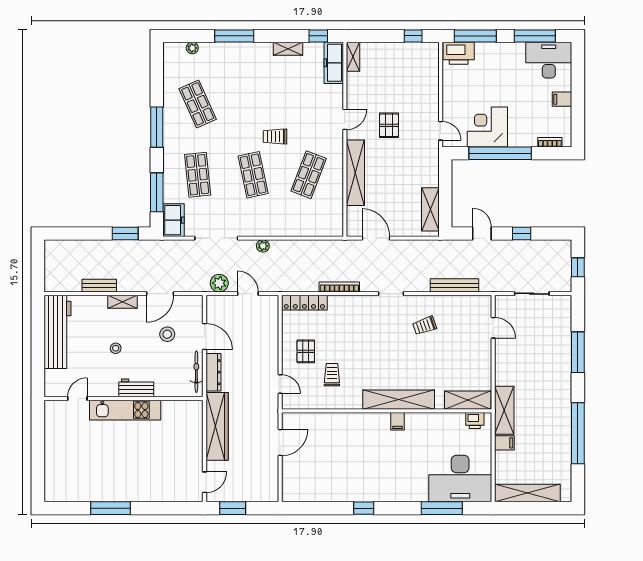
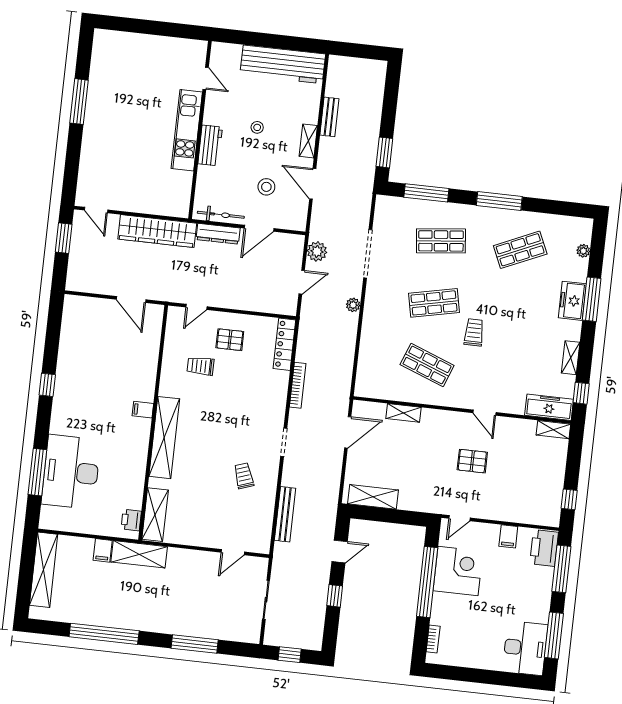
filing cabinet: (562, 99) -> (508, 536), moved, turned 180
shelving: (355, 173) -> (403, 413), width x0.45, depth x0.75
freezer: (174, 220) -> (572, 301), moved, turned 90
trolley: (332, 375) -> (201, 366), turned 180
filing cabinet: (398, 421) -> (143, 410), moved
desk: (460, 478) -> (71, 472), moved

